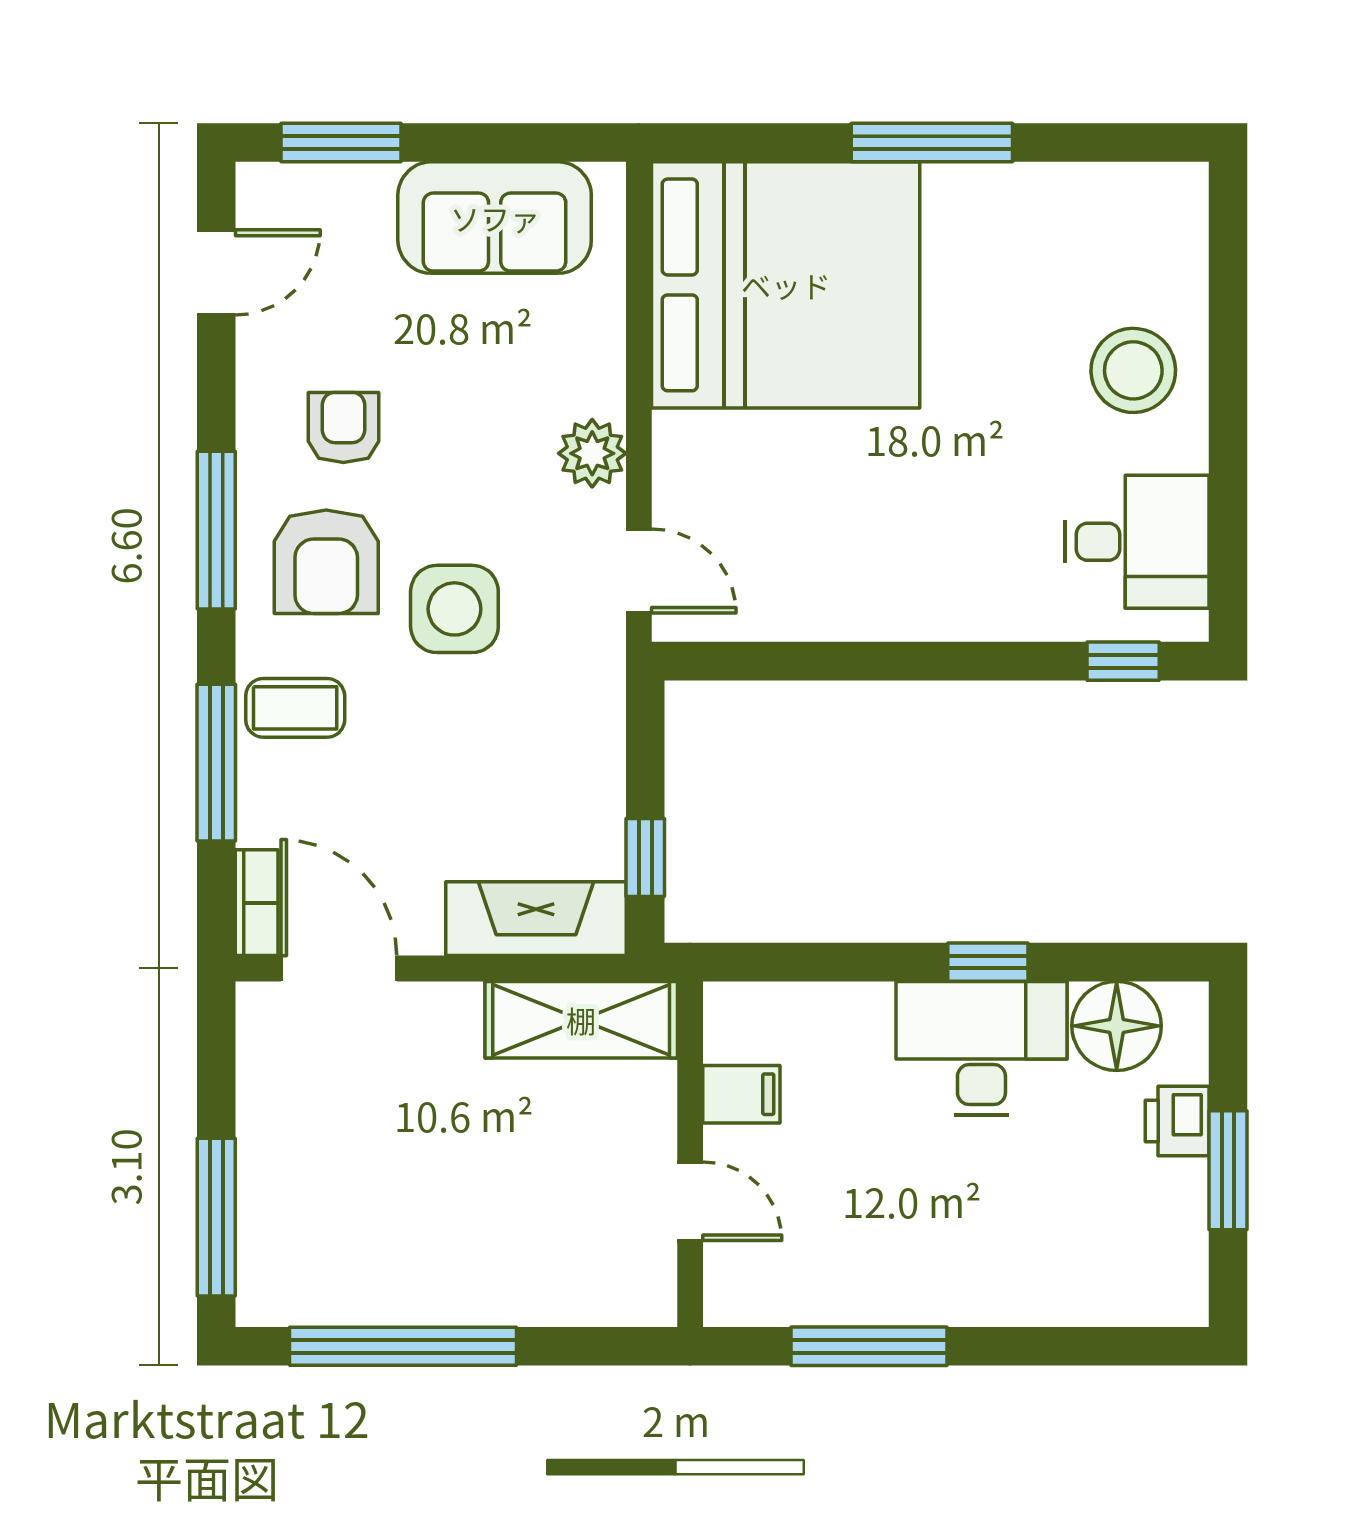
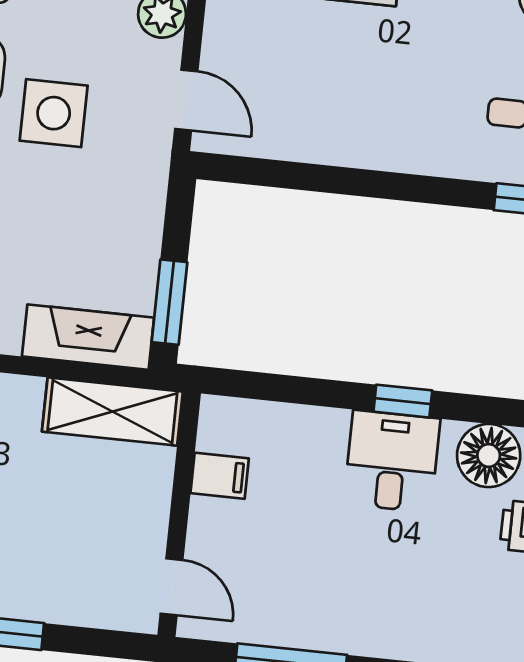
window: (645, 857) -> (170, 302), width x1.50
desk: (981, 1048) -> (392, 461), width x0.73
door: (690, 1201) -> (171, 587), moved

